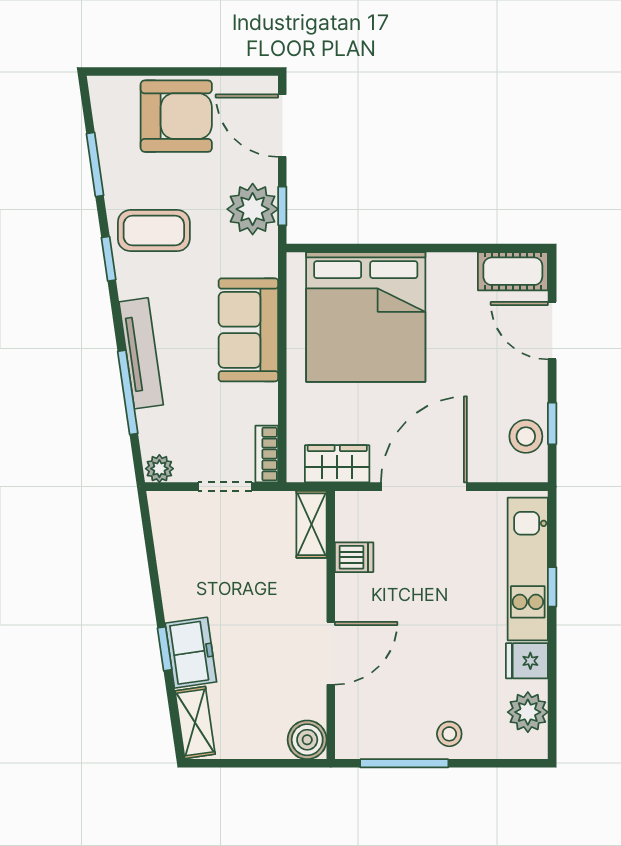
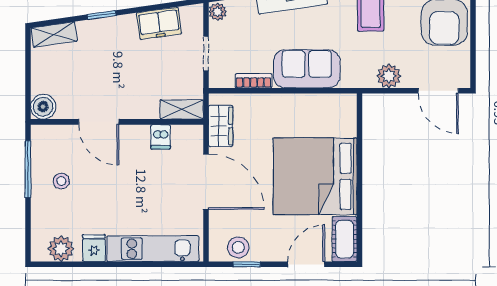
door: (282, 126) -> (438, 91), swing flipped
window: (282, 206) -> (386, 91), removed
plant: (253, 209) -> (389, 76), width x0.73, depth x0.73
bed: (366, 317) -> (315, 176), moved
bookcase: (267, 454) -> (254, 81), moved
window: (552, 587) -> (142, 264), removed
freezer: (191, 653) -> (159, 23), moved
stool: (449, 734) -> (61, 181), moved

